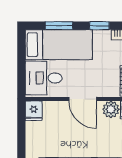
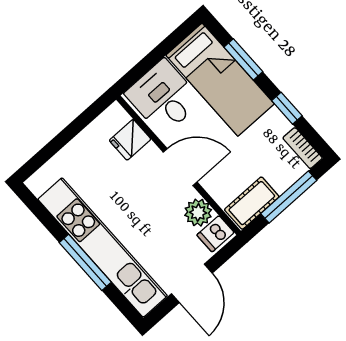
door: (83, 99) -> (180, 167), swing flipped
fridge: (34, 111) -> (130, 140), moved

